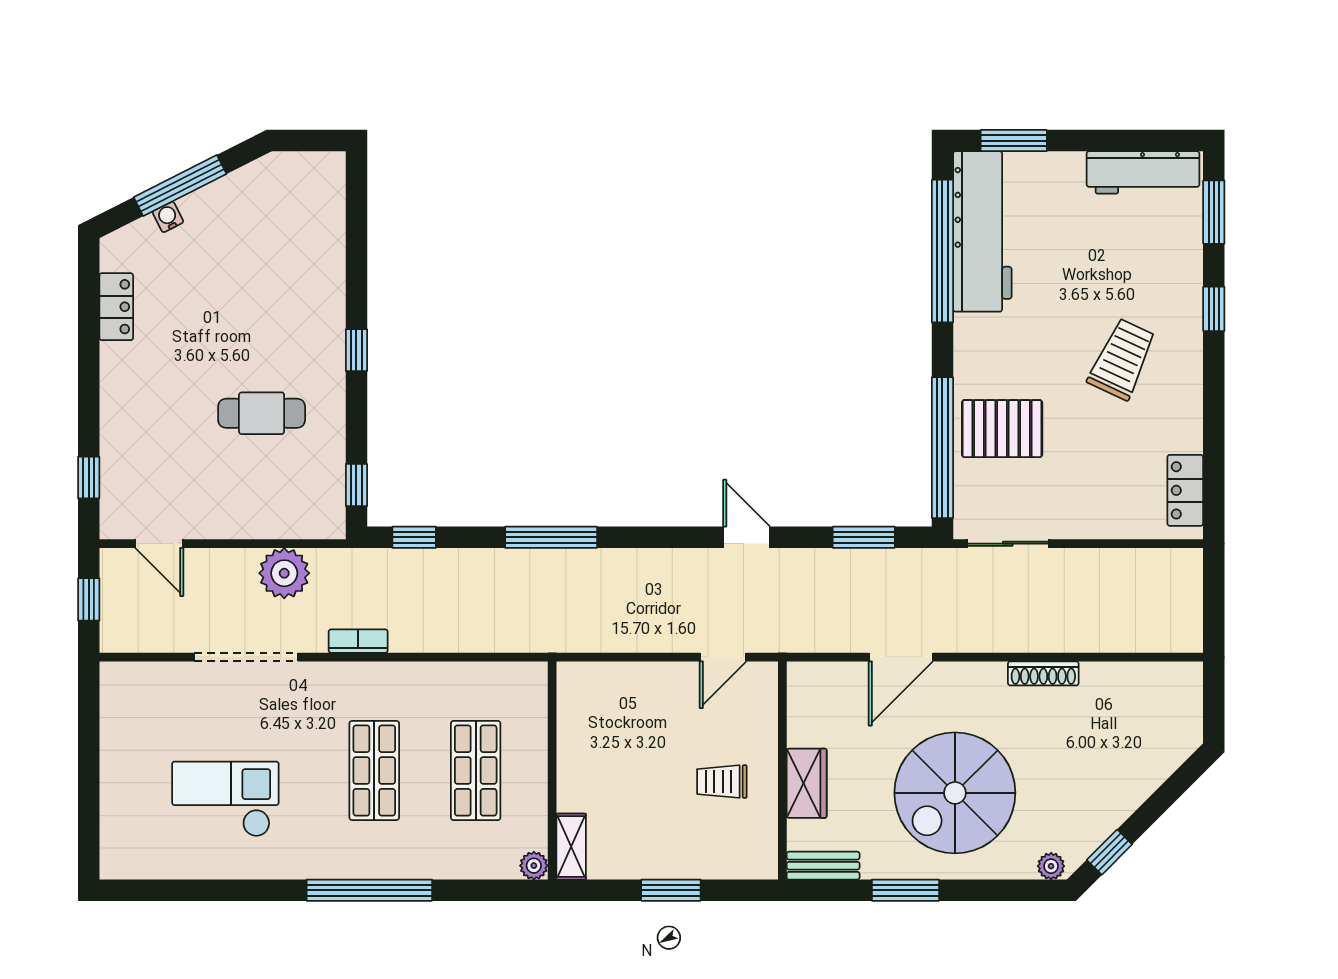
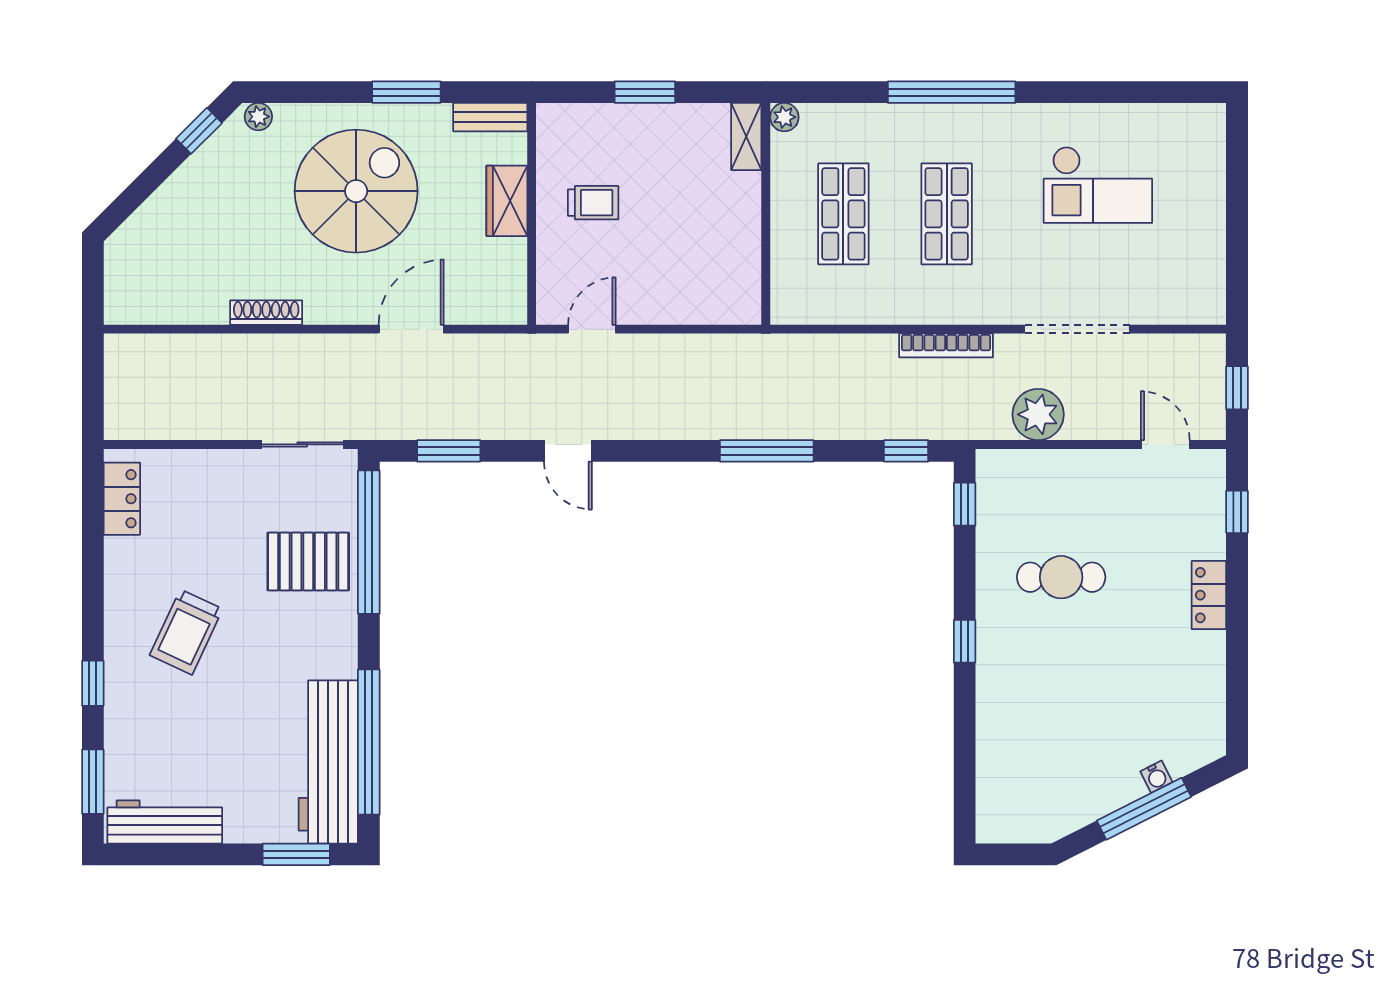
locker: (116, 307) -> (1209, 595), moved
bookcase: (358, 641) -> (946, 345), width x1.56

